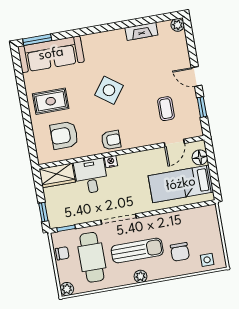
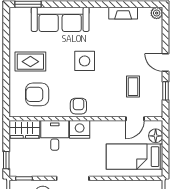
sofa: (51, 54) -> (60, 19), moved
side table: (109, 90) -> (85, 61), turned -36
armchair: (111, 140) -> (78, 106), turned -90
nightstand: (111, 162) -> (80, 129), width x1.89, depth x1.79

